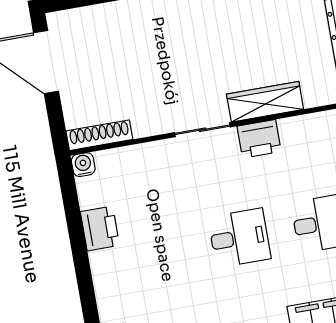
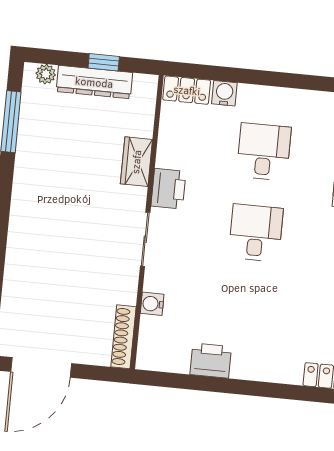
wardrobe: (265, 102) -> (136, 162), width x0.67
water cooler: (83, 165) -> (152, 304), moved

